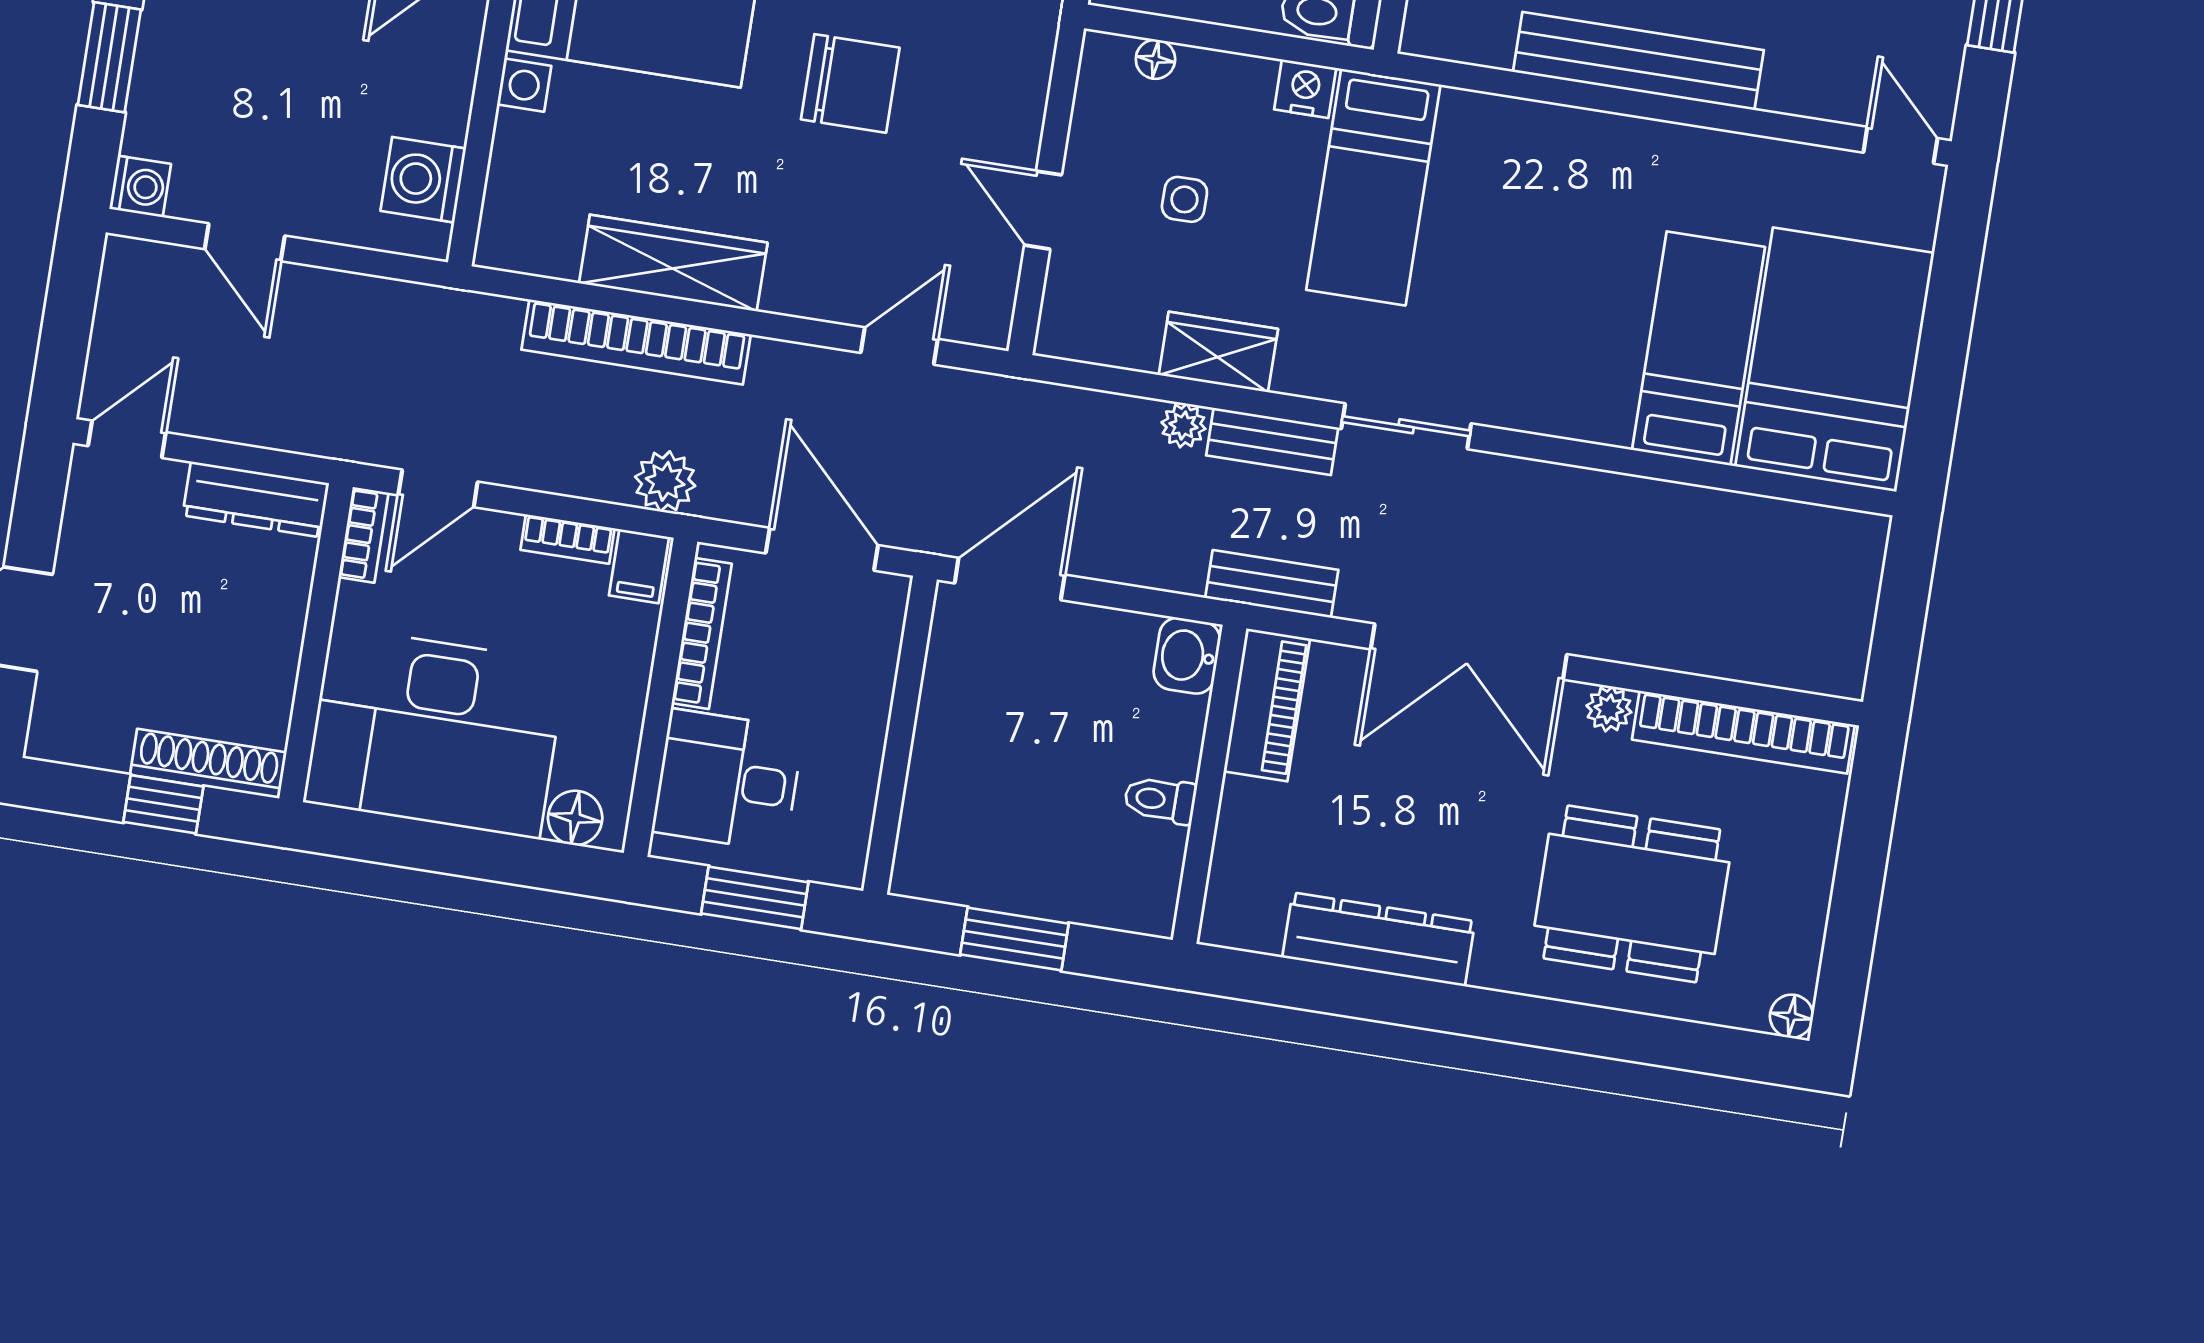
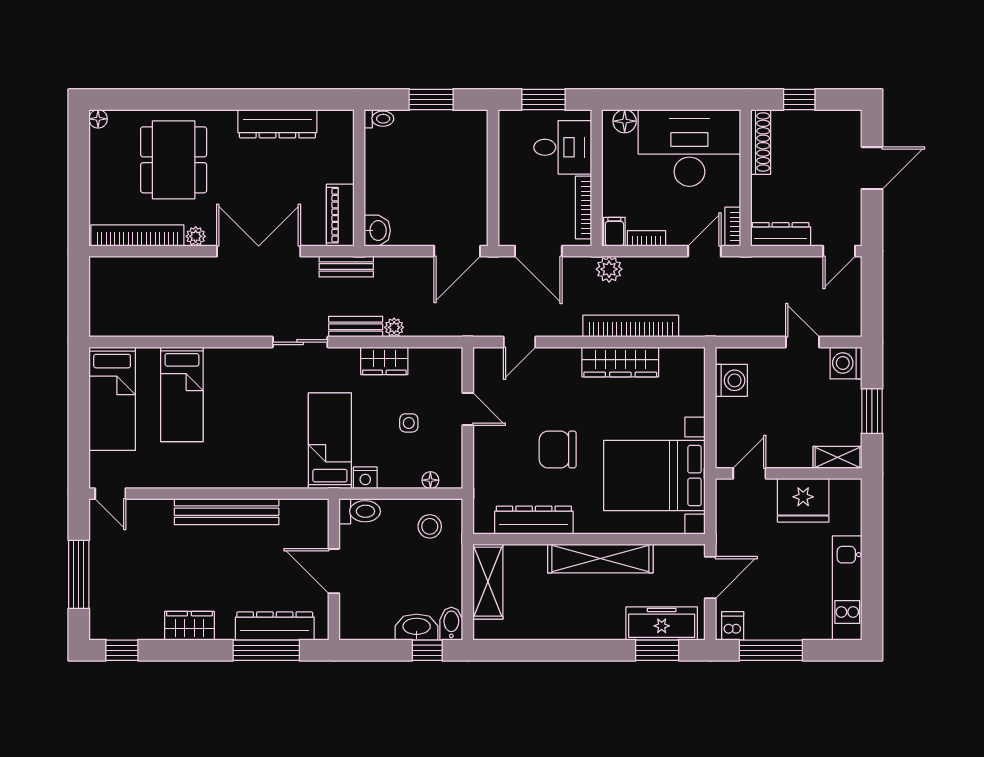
washing machine: (140, 186) -> (846, 363), width x1.38, depth x1.38
bed: (1835, 360) -> (112, 399), width x0.67
shoe rack: (208, 764) -> (761, 142), moved, turned -90
toilet: (1160, 800) -> (379, 119), moved
dining table: (1632, 894) -> (174, 160), turned 90

